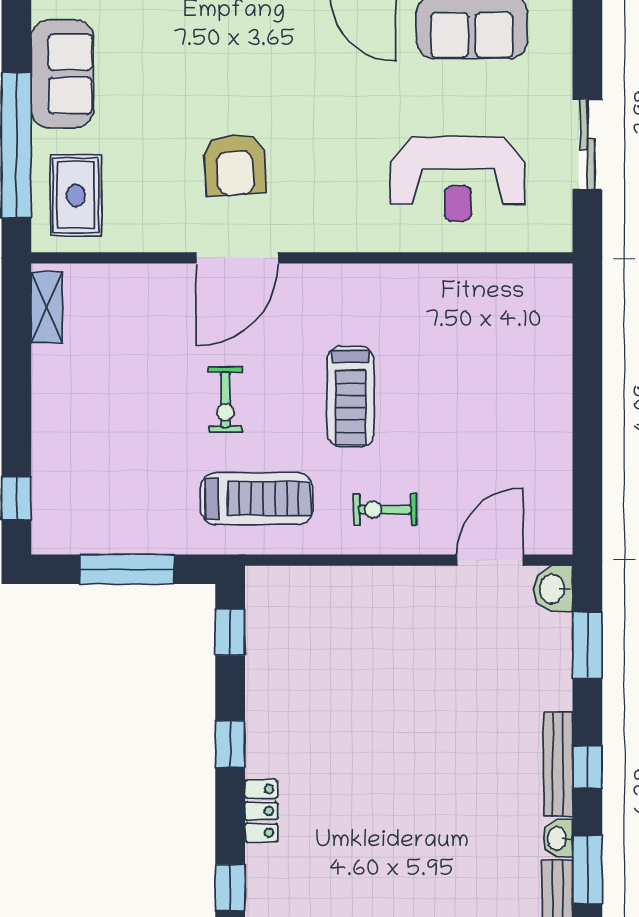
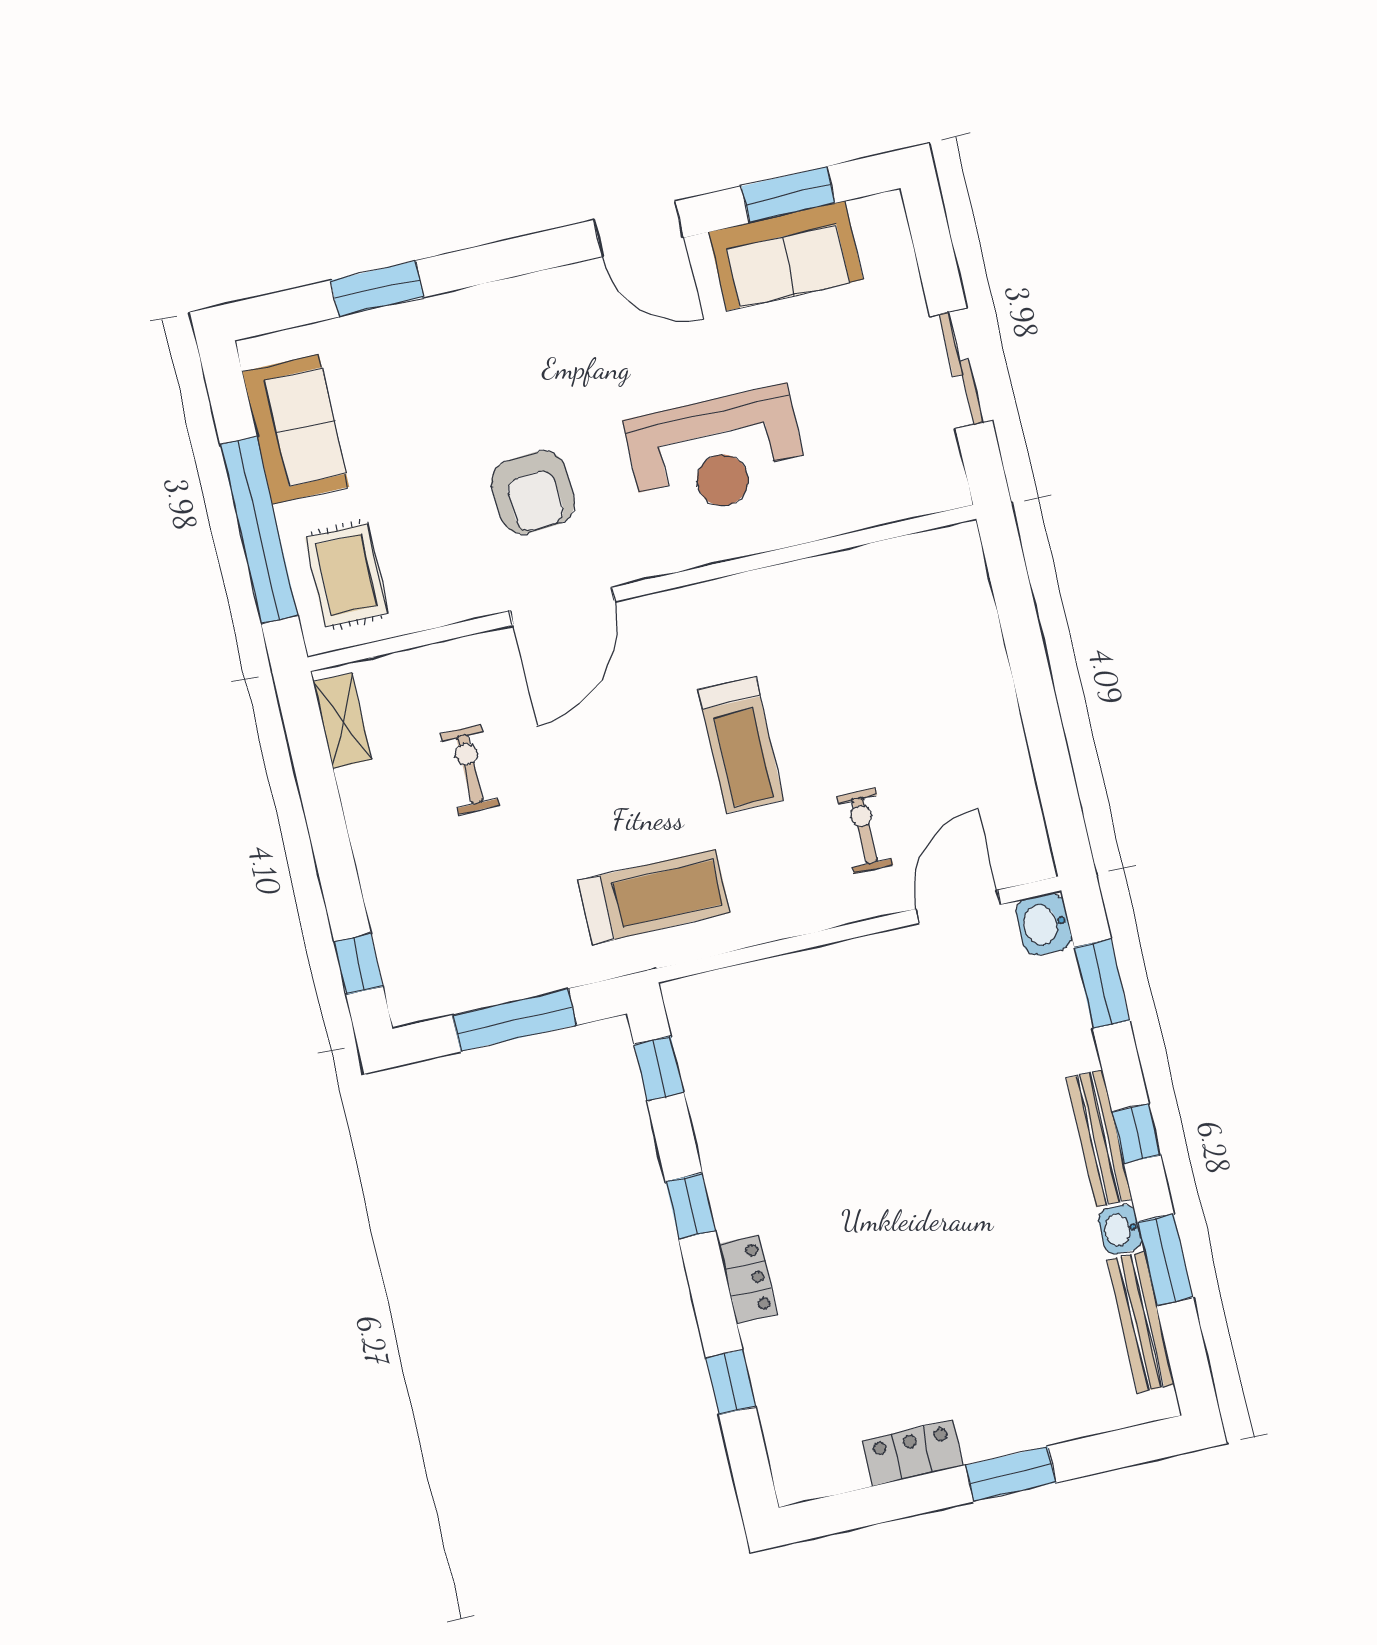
reception desk: (458, 179) -> (716, 453), moved
exercise bike: (226, 400) -> (470, 769), moved, turned 180
exercise bike: (385, 510) -> (865, 831), moved, turned 90

